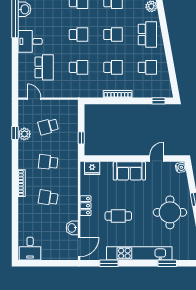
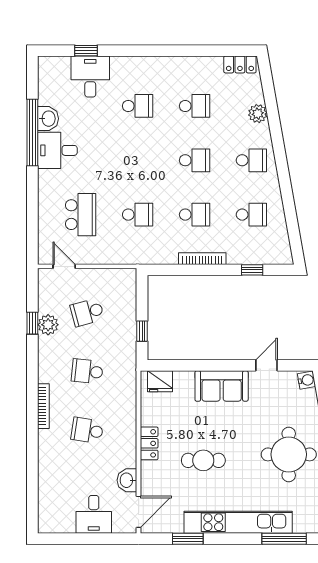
school desk: (79, 35) -> (138, 160), removed
school desk: (147, 35) -> (251, 160), width x0.54
desk: (30, 41) -> (57, 150), moved
window: (158, 101) -> (252, 270), moved
desk: (30, 249) -> (94, 514), moved
window: (167, 263) -> (284, 539), width x1.44

